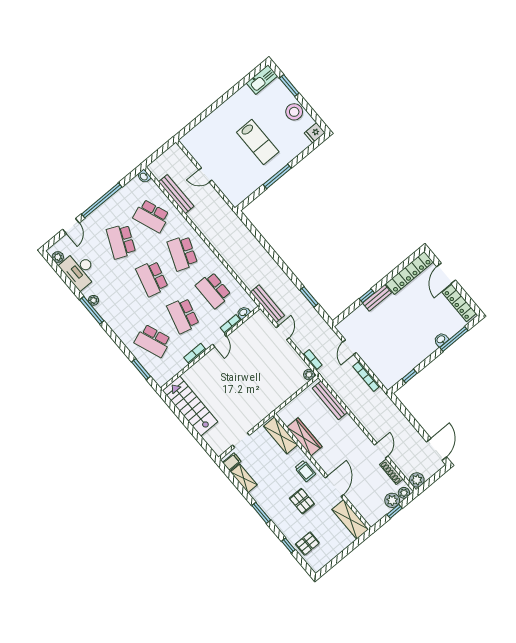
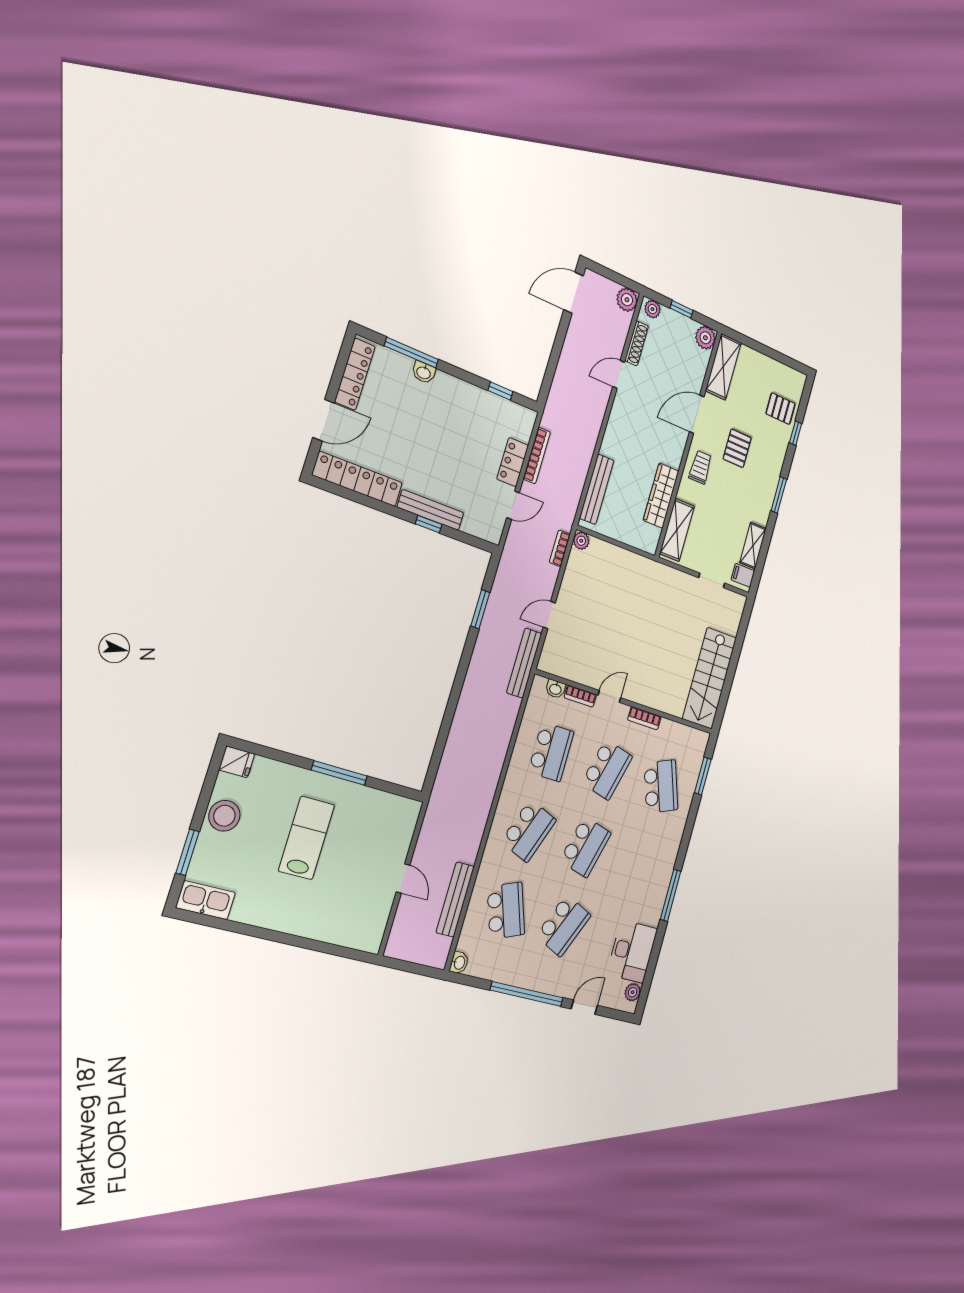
bench: (377, 298) -> (431, 510), width x1.36
plant: (93, 300) -> (657, 903), removed
locker: (371, 361) -> (513, 462), added
plant: (392, 500) -> (705, 338), moved

